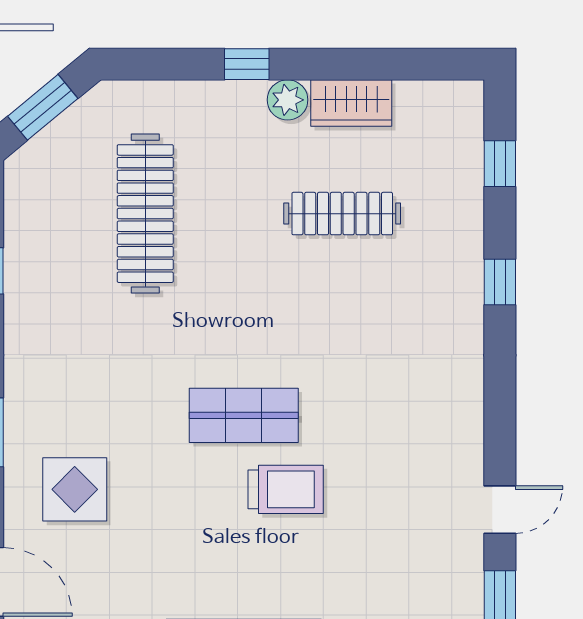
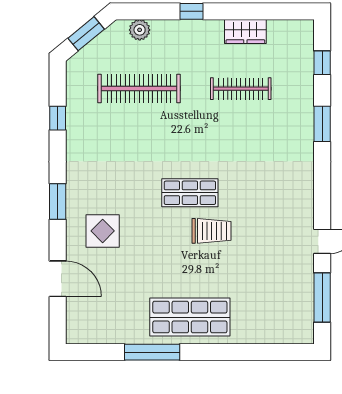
plant: (288, 100) -> (140, 30), moved
clothes rail: (145, 214) -> (139, 89), turned 90
window: (500, 282) -> (322, 124), width x1.50

